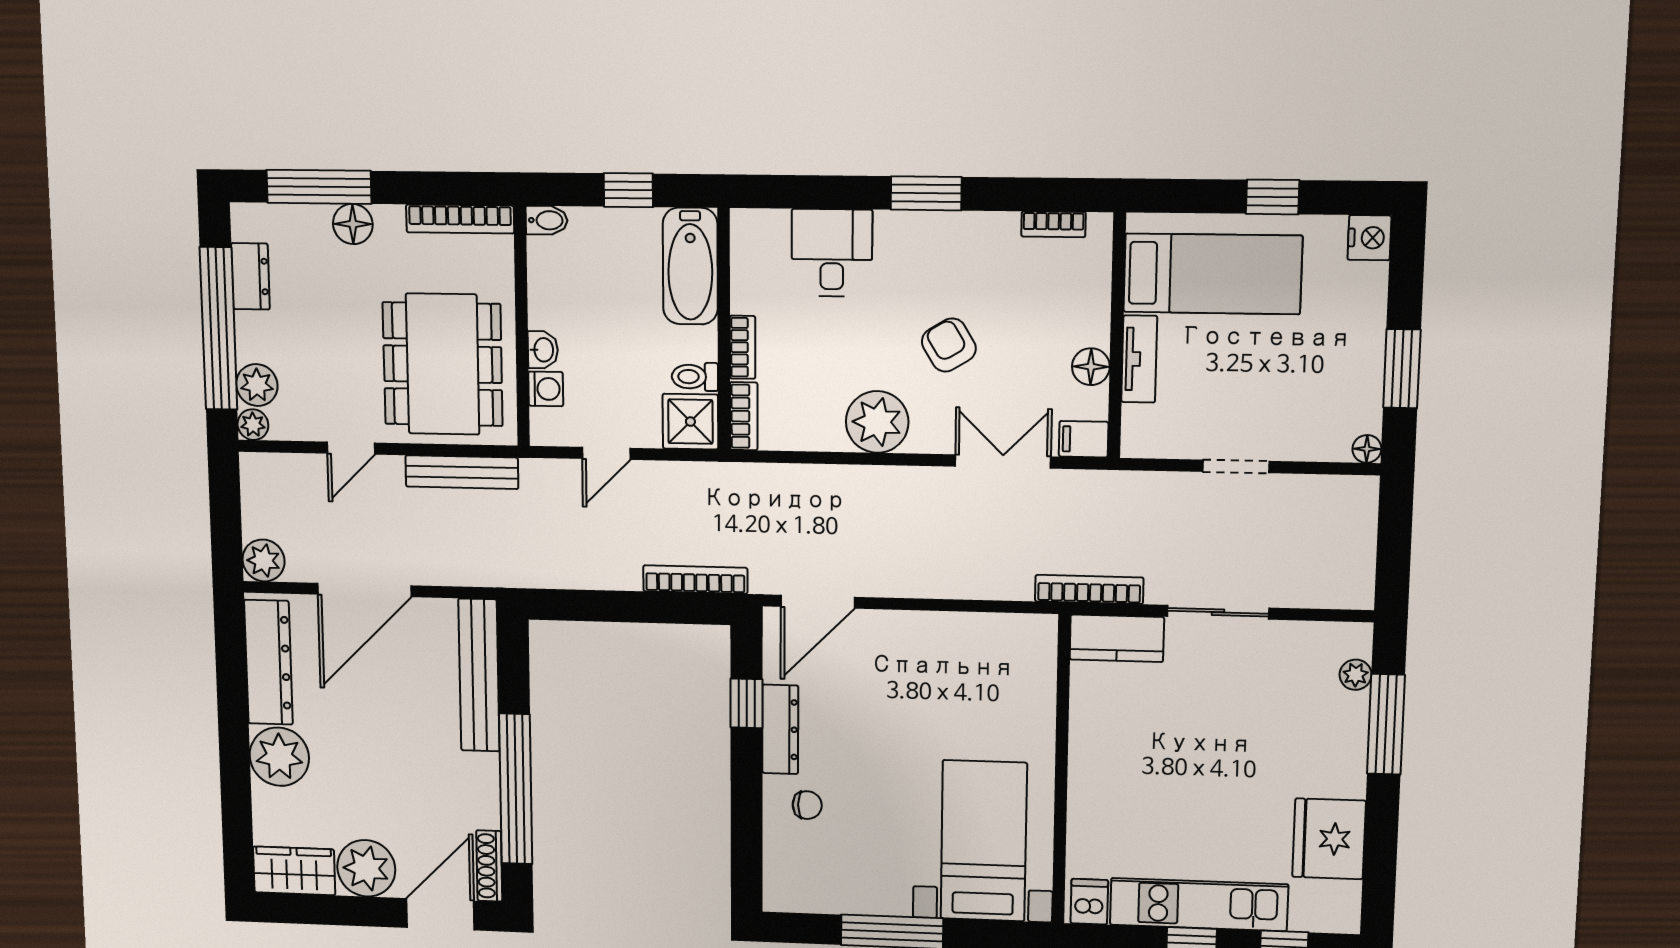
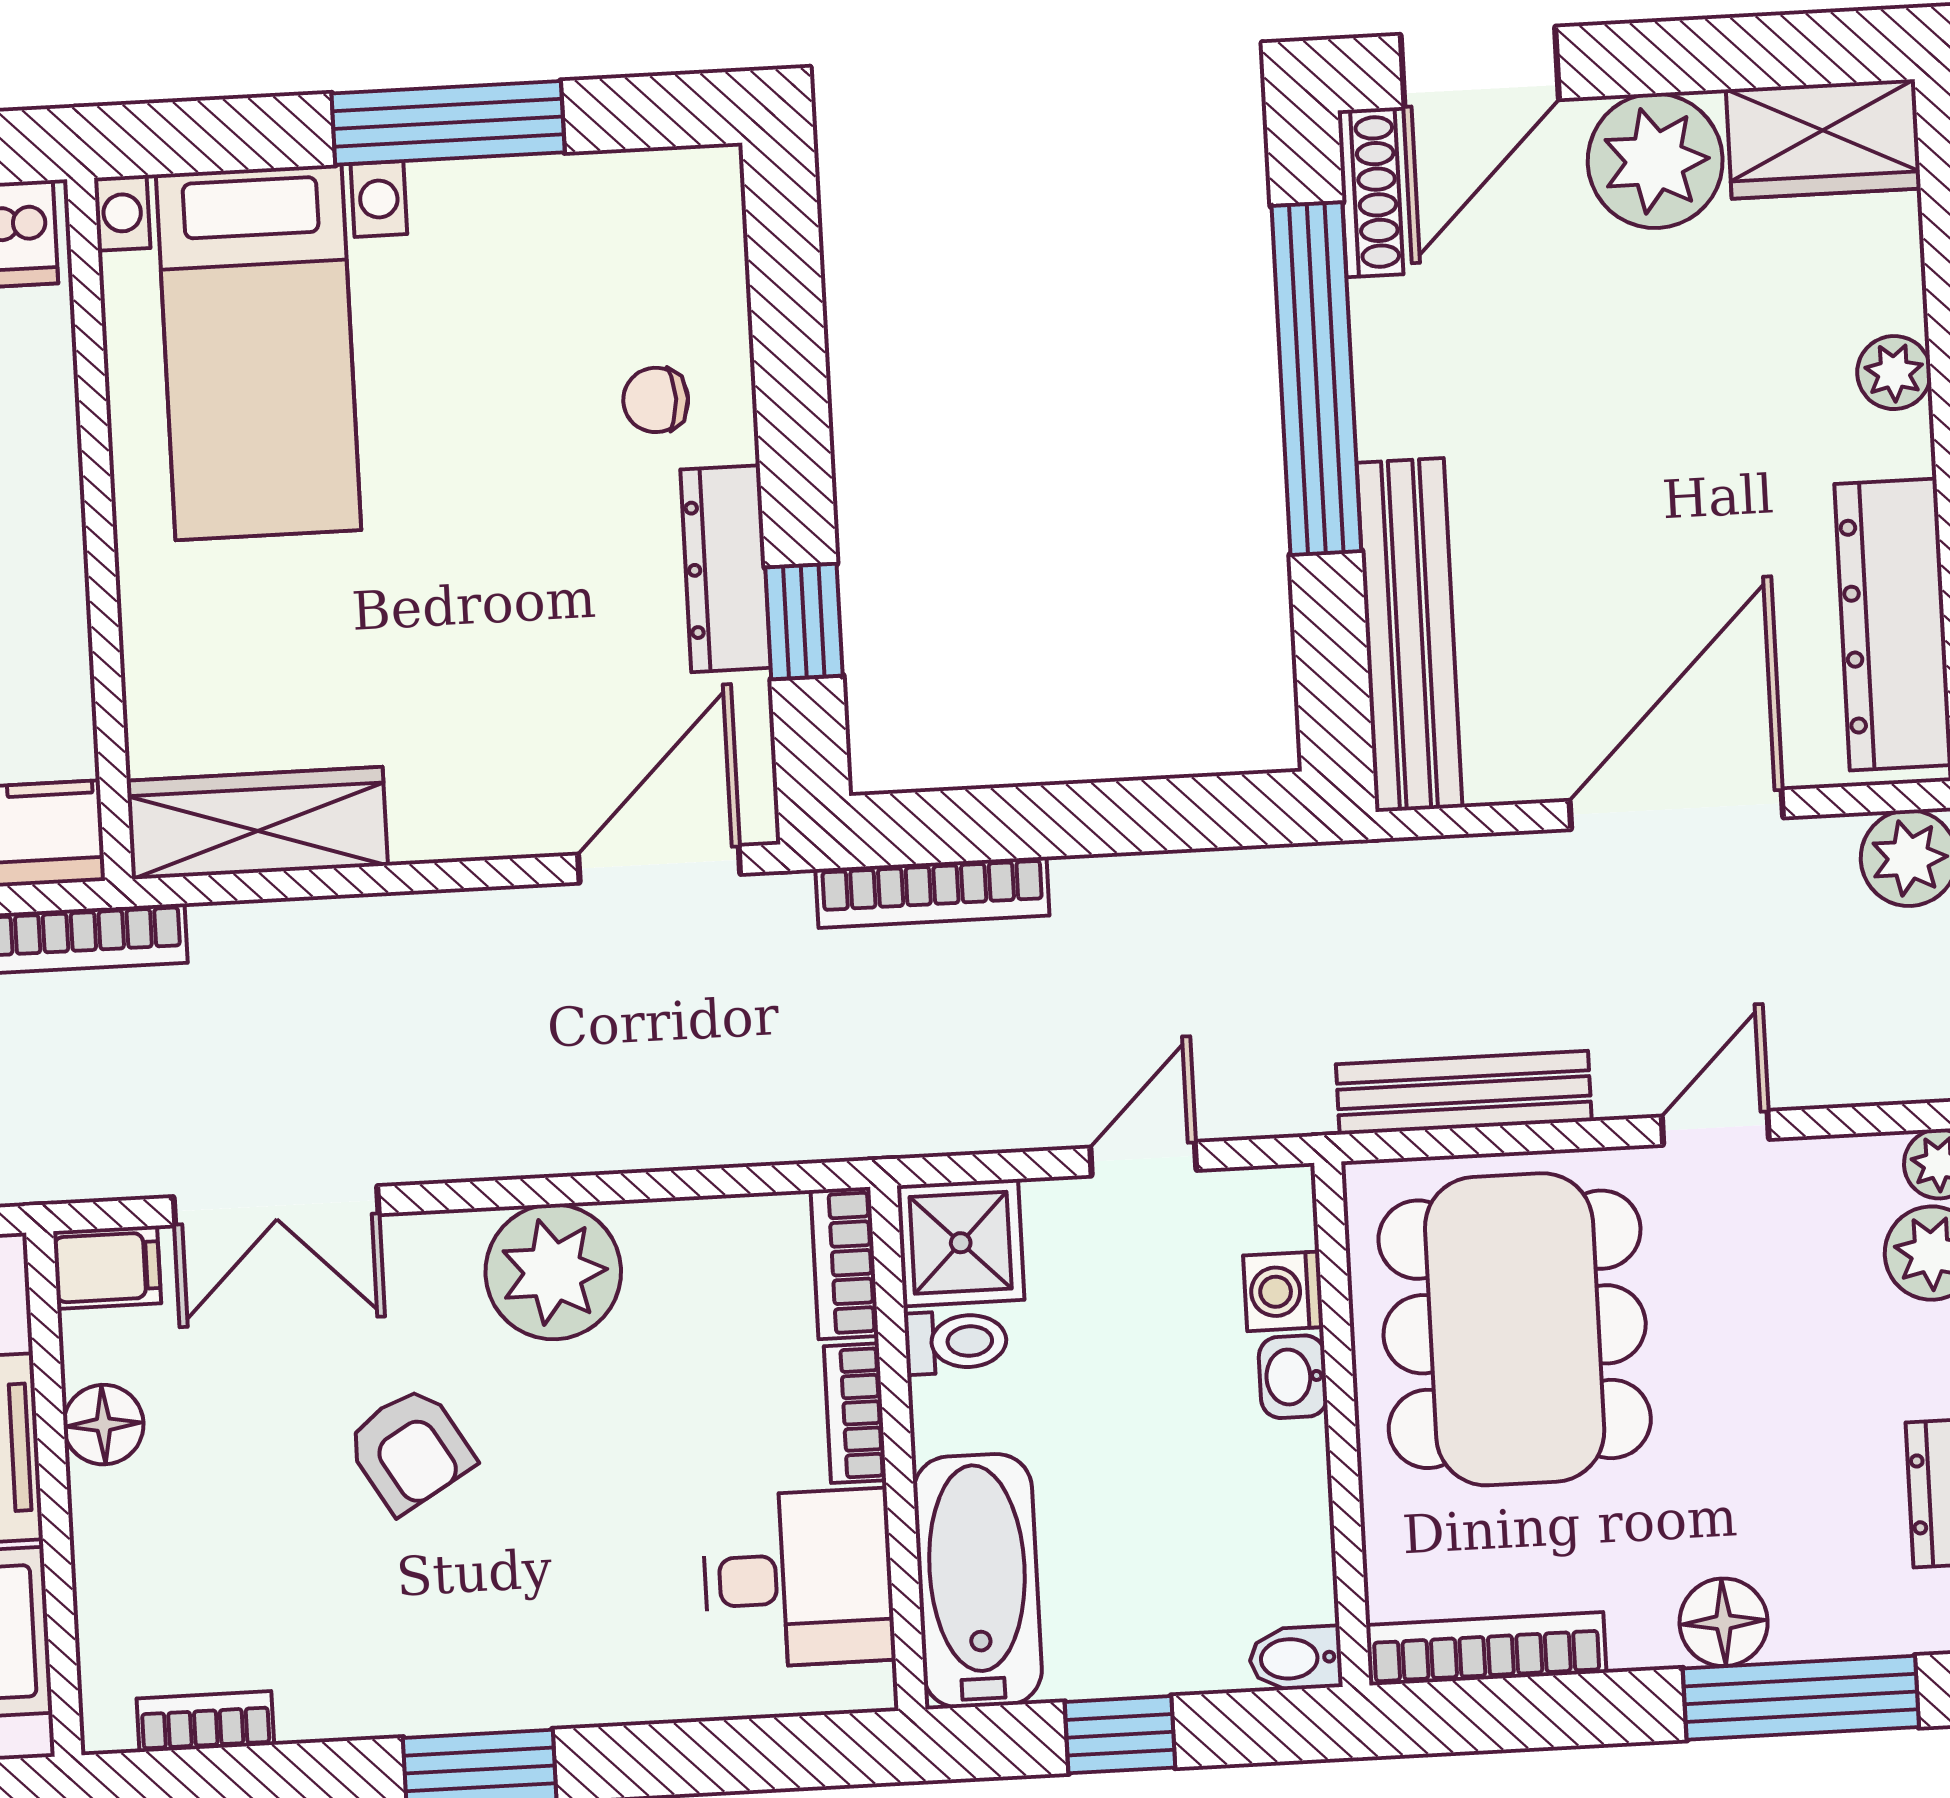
desk: (832, 253) -> (798, 1579), moved, turned -90
wardrobe: (999, 635) -> (257, 823), added
plant: (279, 757) -> (1894, 373), width x0.53, depth x0.53

